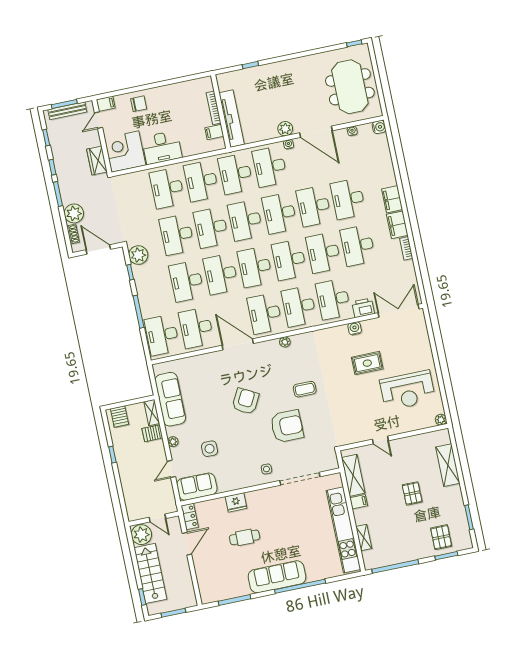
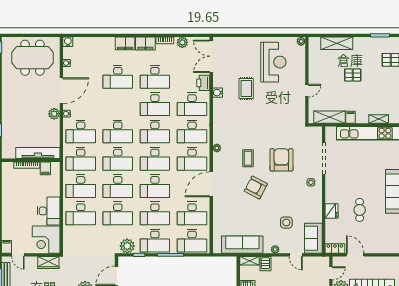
chair: (139, 104) -> (12, 222), removed
desk: (314, 206) -> (155, 241), moved
plant: (408, 271) -> (182, 42), added
coffee table: (305, 389) -> (248, 158), moved

